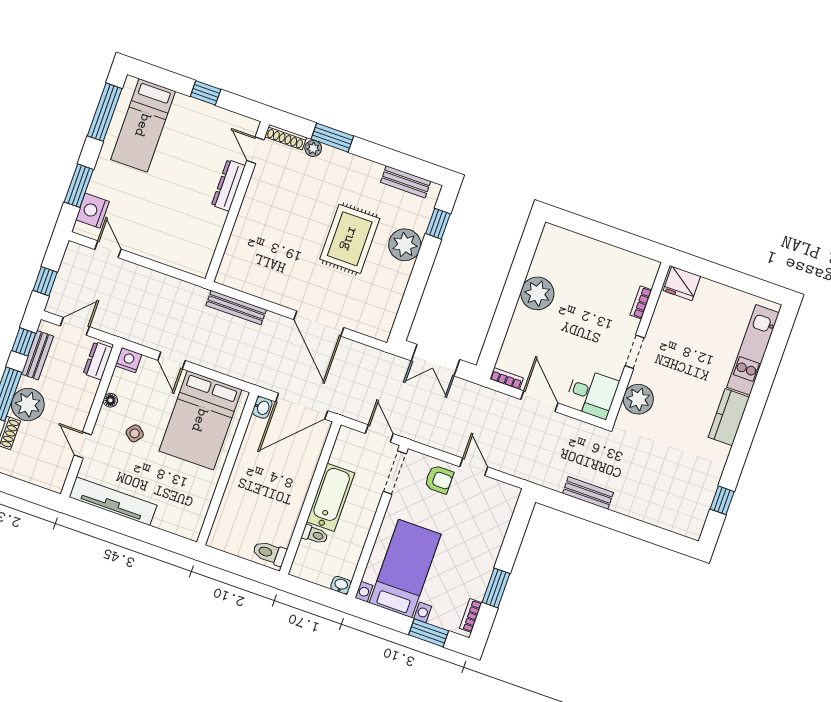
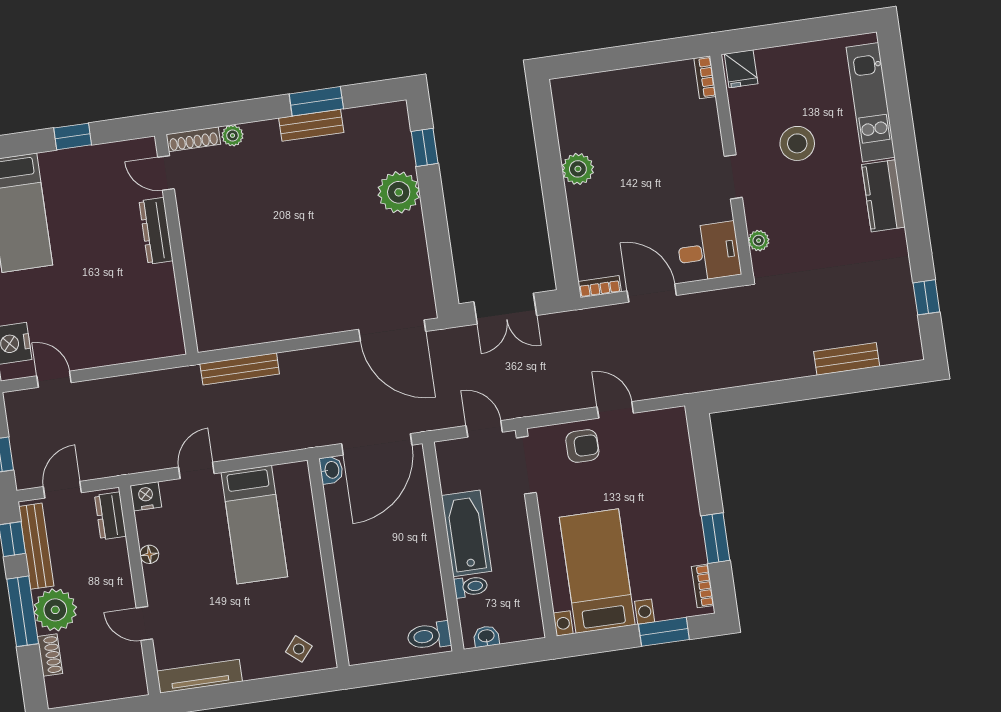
window: (332, 138) -> (316, 101), moved
bench: (406, 182) -> (311, 125), moved
rug: (350, 239) -> (331, 219), removed
fridge: (682, 283) -> (741, 69), width x0.72
plant: (537, 293) -> (578, 169), width x0.73, depth x0.73
bookcase: (641, 302) -> (705, 77), moved
door: (319, 324) -> (392, 330), moved
stool: (689, 352) -> (797, 143), added
bench: (37, 355) -> (36, 546), width x1.36
door: (171, 360) -> (196, 470), swing flipped
plant: (638, 399) -> (759, 241), width x0.53, depth x0.53
bed: (200, 420) -> (254, 525), width x0.67
side table: (135, 433) -> (299, 649), moved
bench: (588, 493) -> (847, 359), moved
tv unit: (113, 501) -> (200, 676), width x0.73, depth x0.78
washbasin: (341, 585) -> (486, 636), moved

